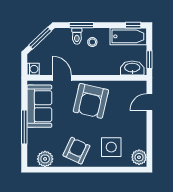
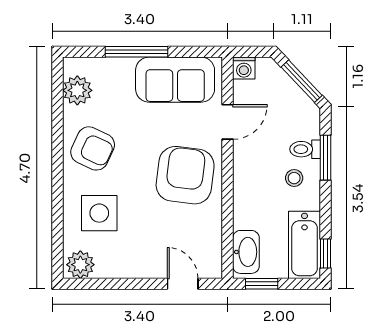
armchair: (91, 101) -> (185, 175), turned 84

